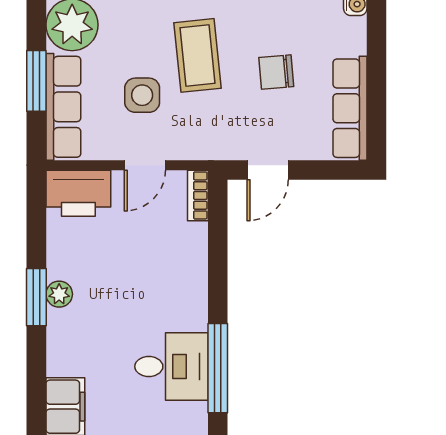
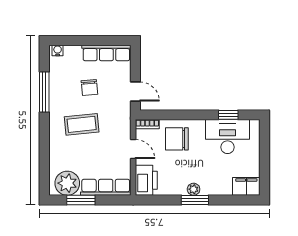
window: (36, 81) -> (81, 200), moved
side table: (142, 95) -> (100, 150), removed
chair: (167, 259) -> (177, 139), added
desk: (171, 366) -> (227, 137), width x1.37
window: (218, 368) -> (228, 115), width x0.46

